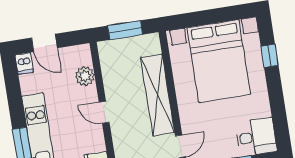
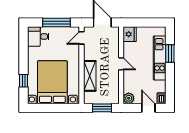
plant: (85, 76) -> (129, 98), moved
shelving: (158, 95) -> (90, 76), width x0.68

